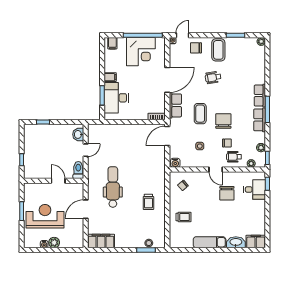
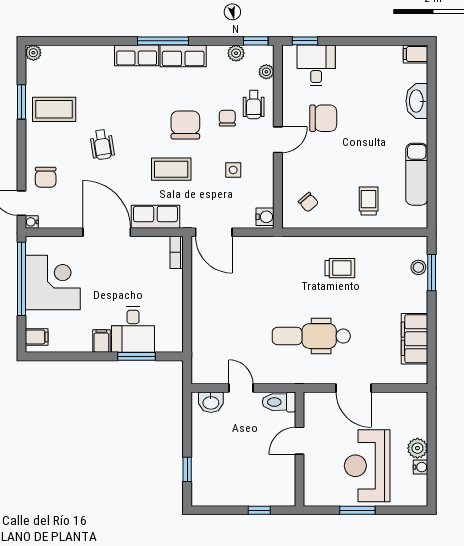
coffee table: (218, 50) -> (54, 109), moved
desk: (116, 98) -> (133, 329), width x0.73
chair: (223, 121) -> (185, 125), turned 90
filing cabinet: (101, 241) -> (414, 339), moved
exam couch: (210, 242) -> (417, 174), moved
filing cabinet: (256, 242) -> (415, 54), width x0.50

